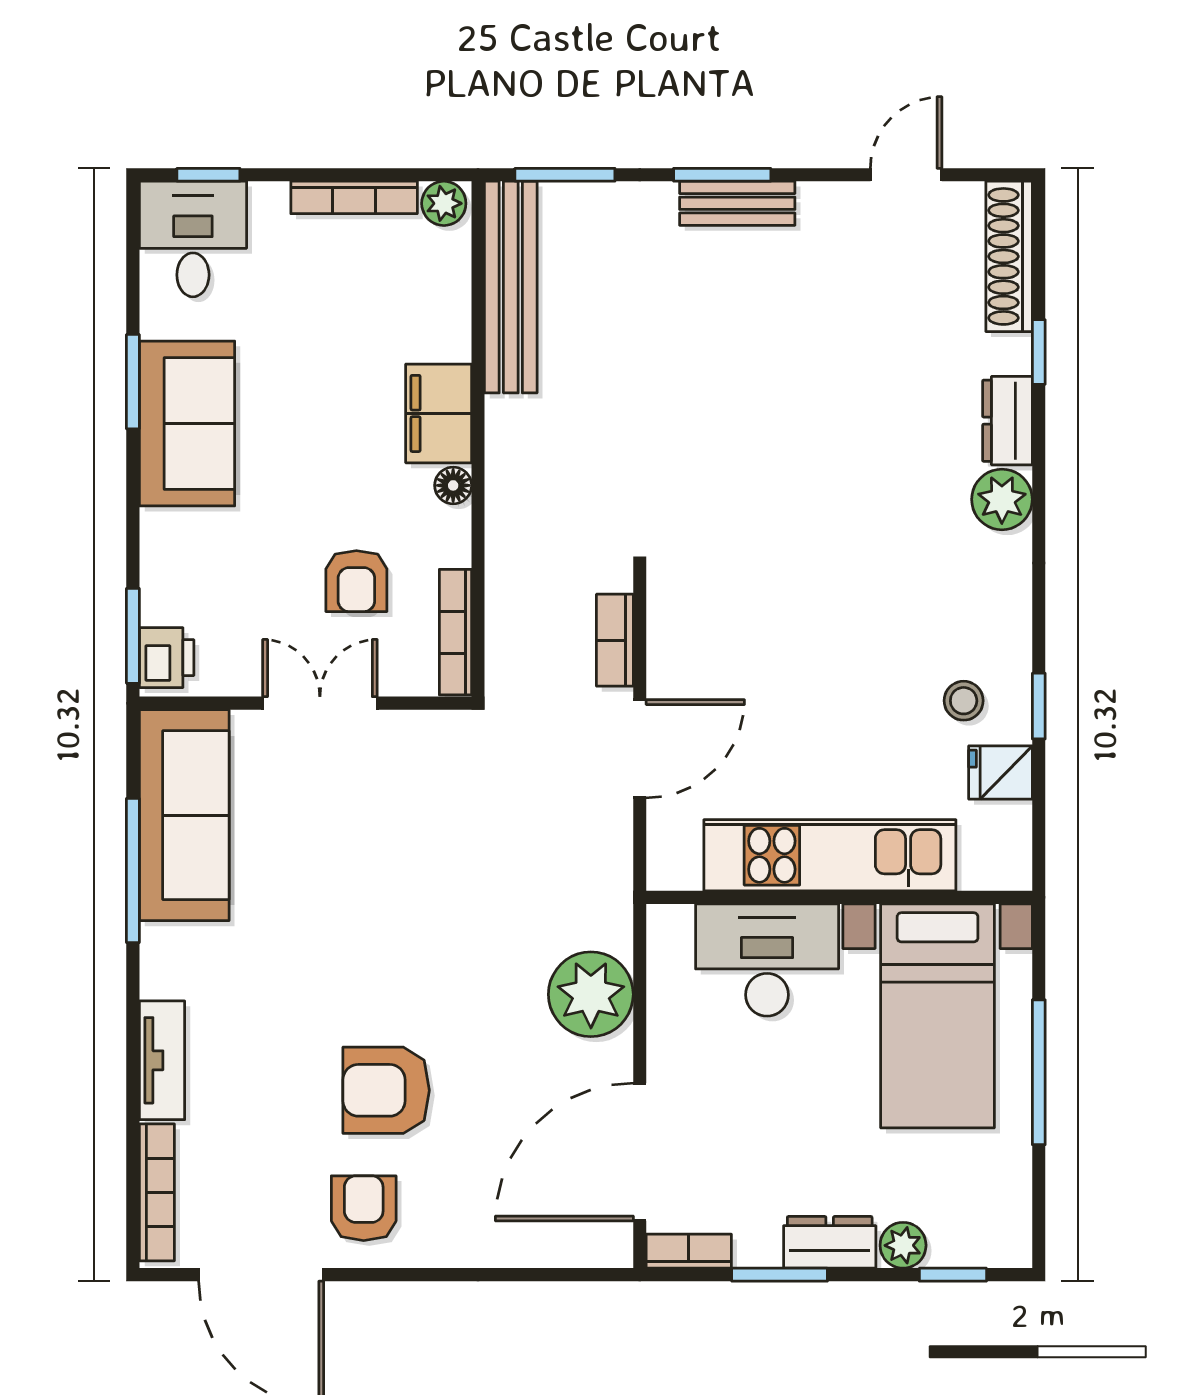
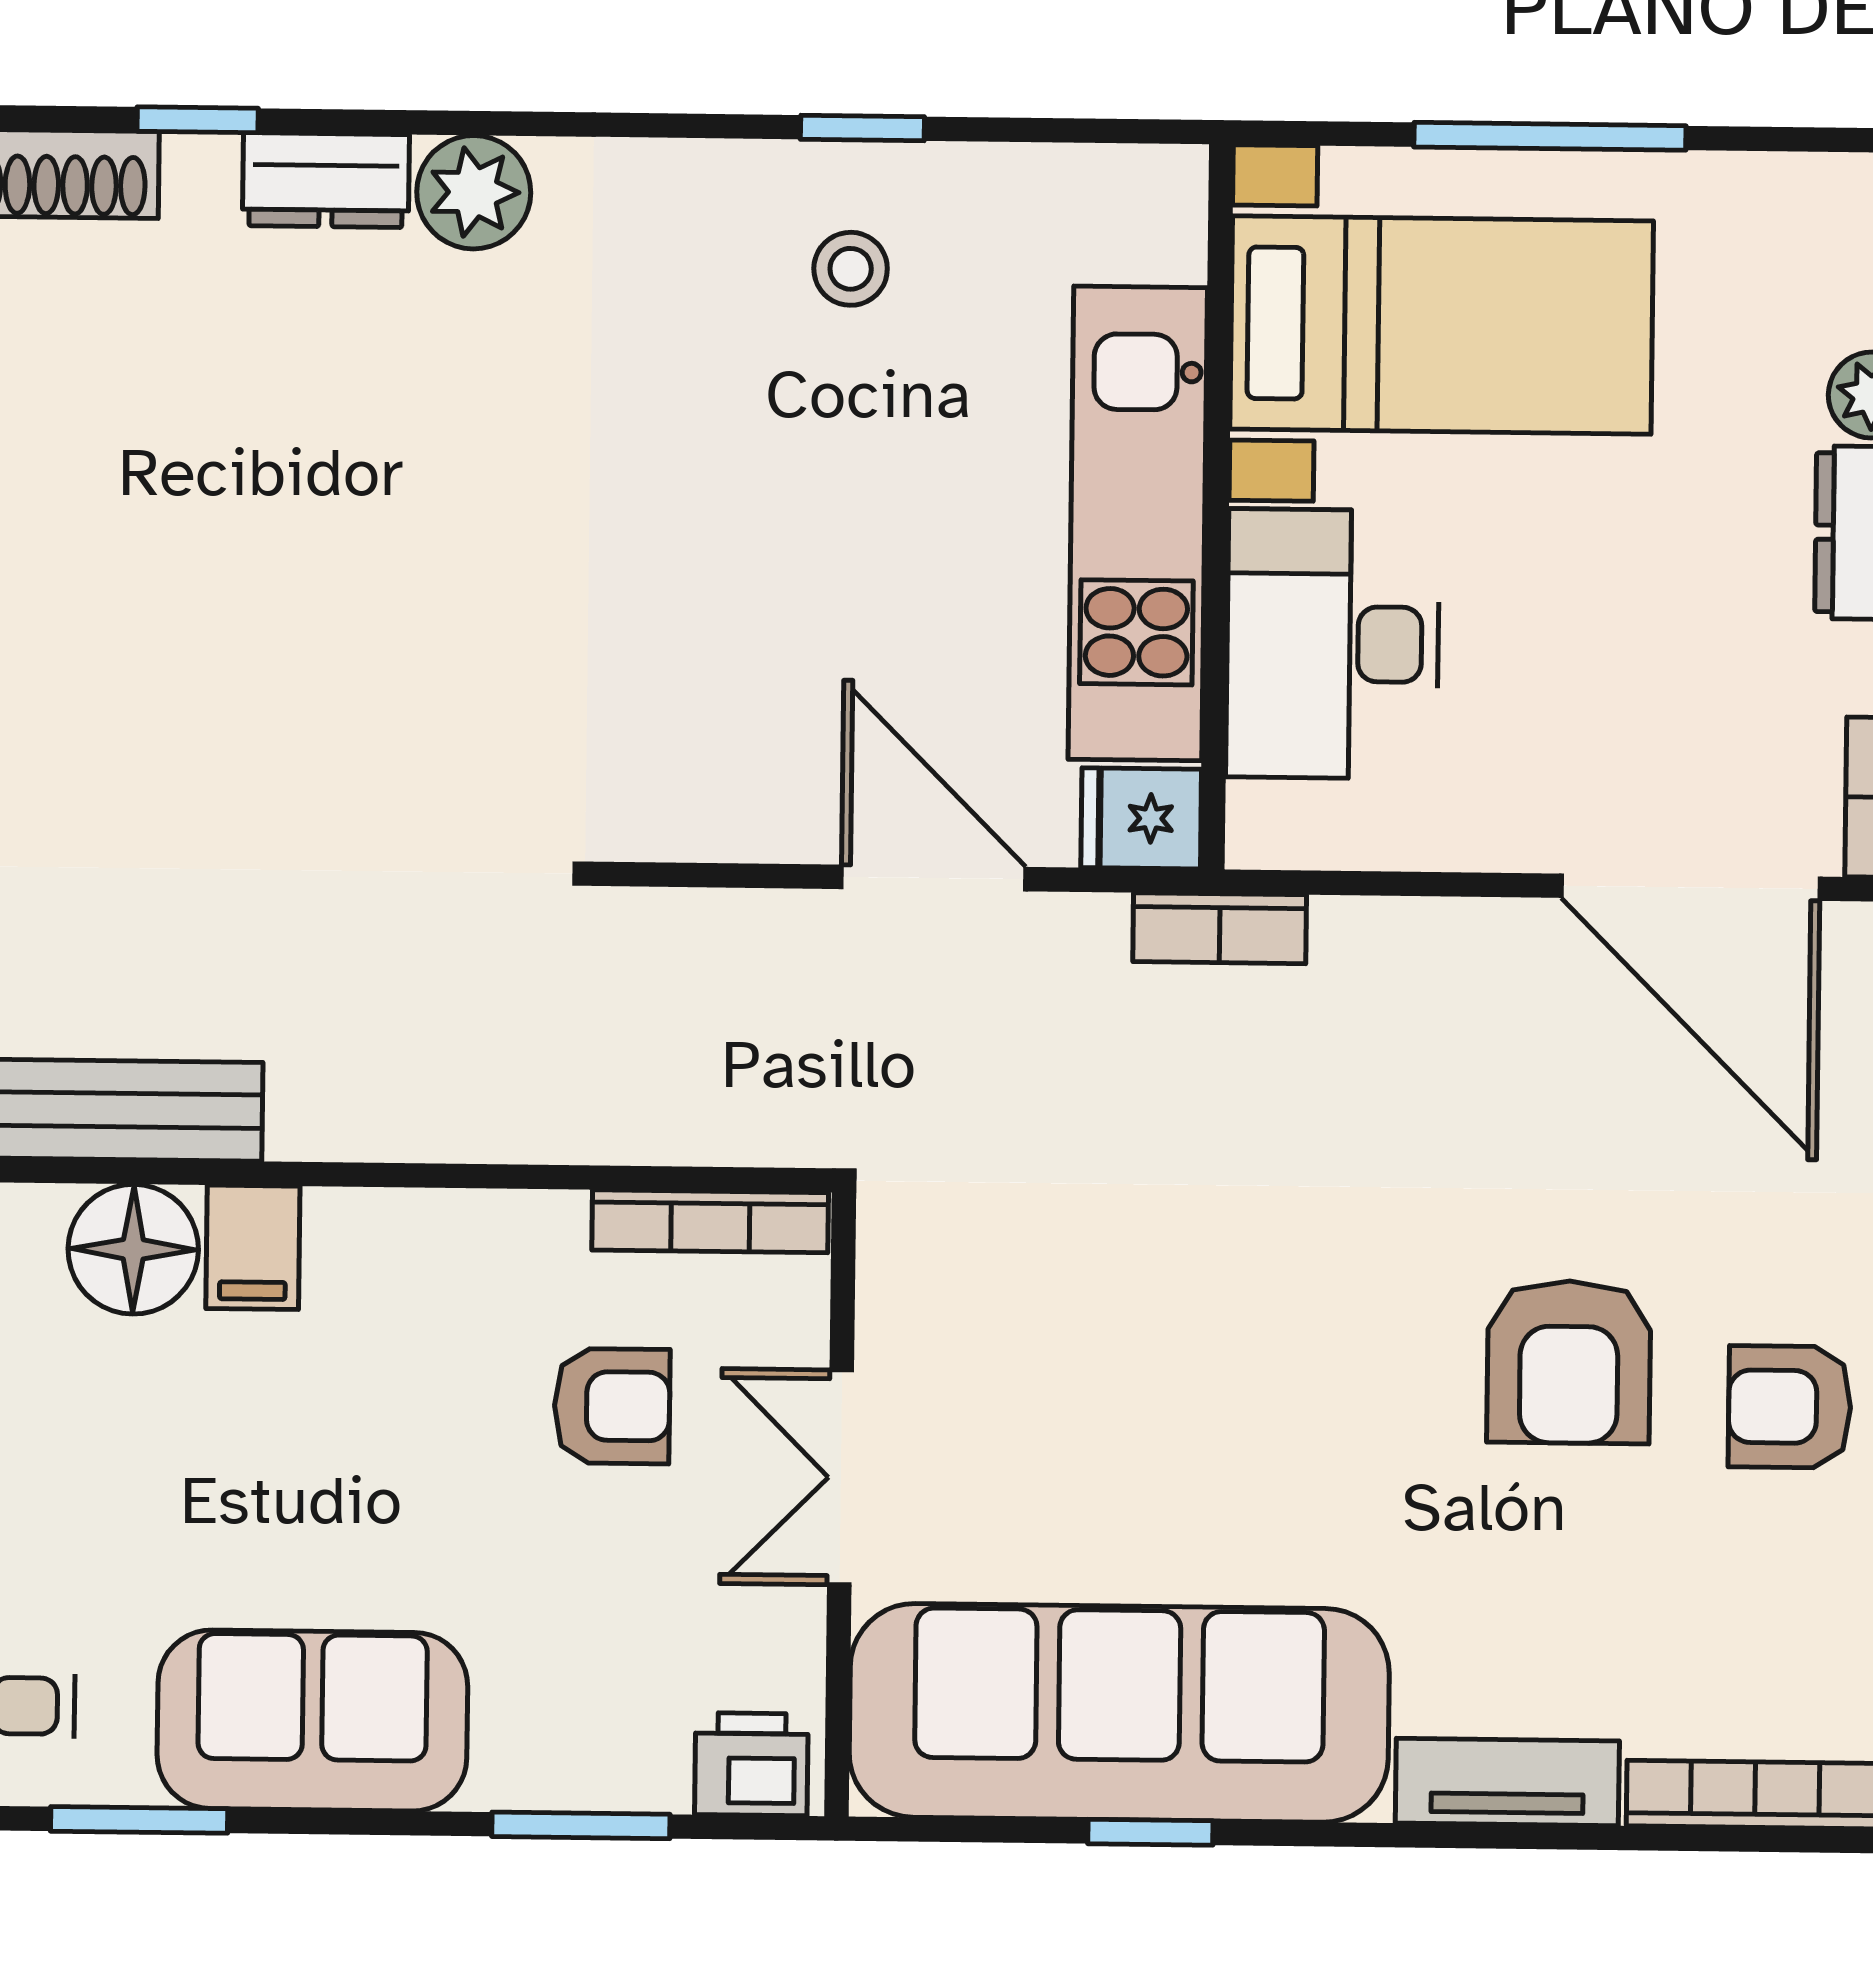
window: (133, 382) -> (139, 1820), moved
filing cabinet: (439, 413) -> (253, 1247), width x0.50
floor lamp: (453, 485) -> (133, 1249), moved, width x1.89, depth x1.89
window: (133, 636) -> (581, 1825), moved
bookcase: (615, 640) -> (1220, 928), moved
fridge: (1000, 773) -> (1141, 818), moved, turned 90
sofa: (184, 815) -> (1119, 1713), width x1.36, depth x1.27
window: (133, 871) -> (1150, 1832), width x0.46
plant: (591, 994) -> (1393, 975), removed

